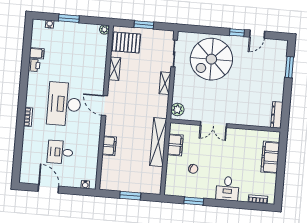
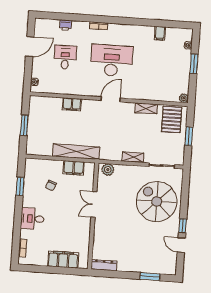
printer: (34, 65) -> (65, 25), moved

